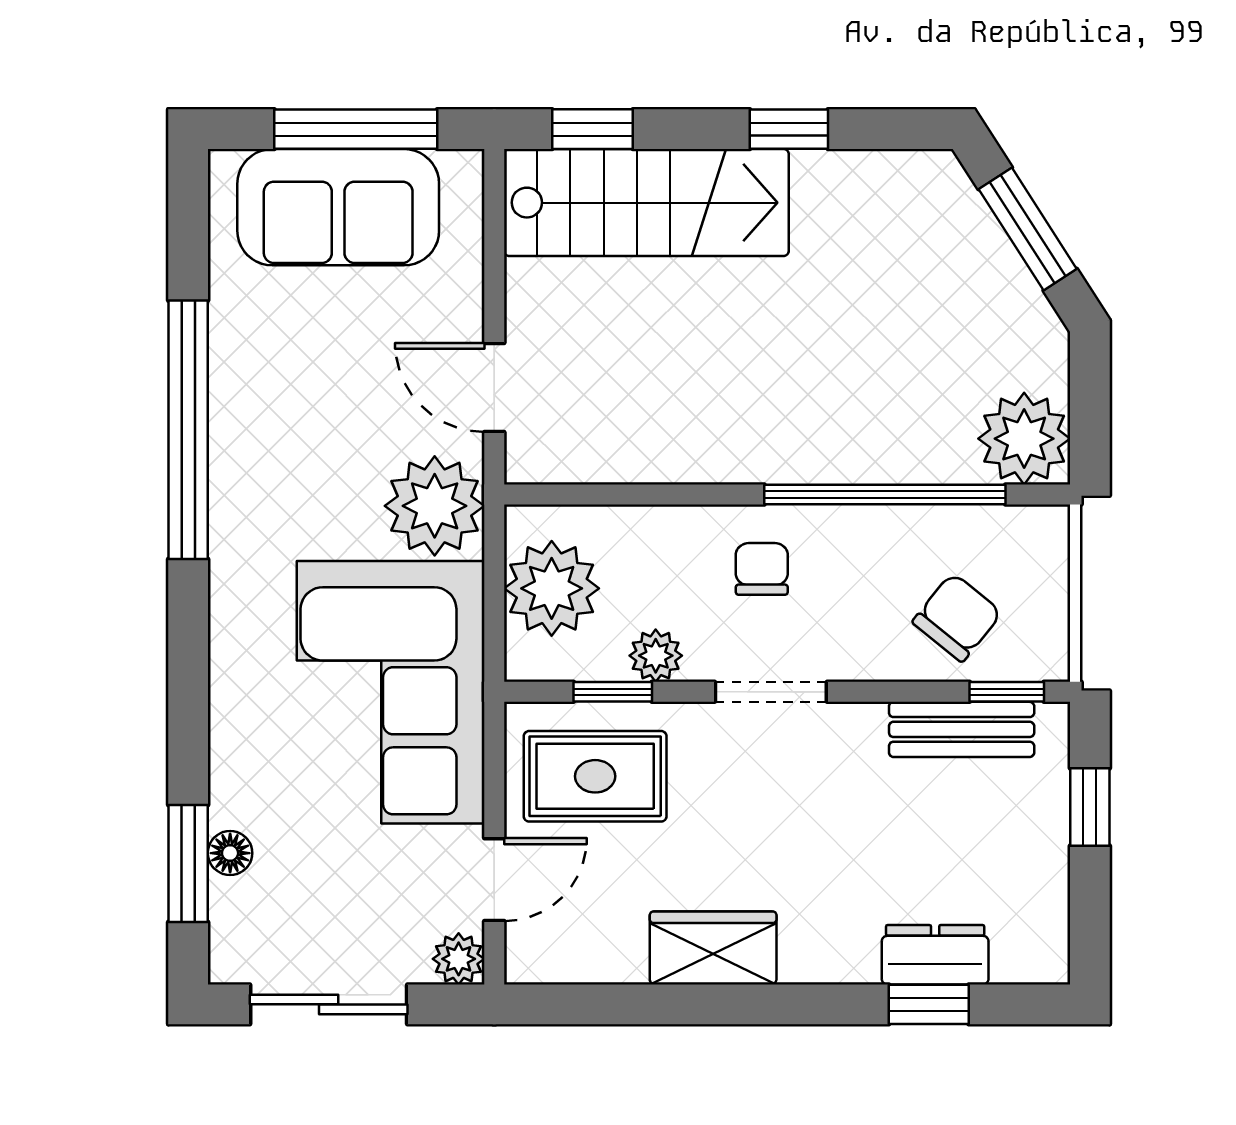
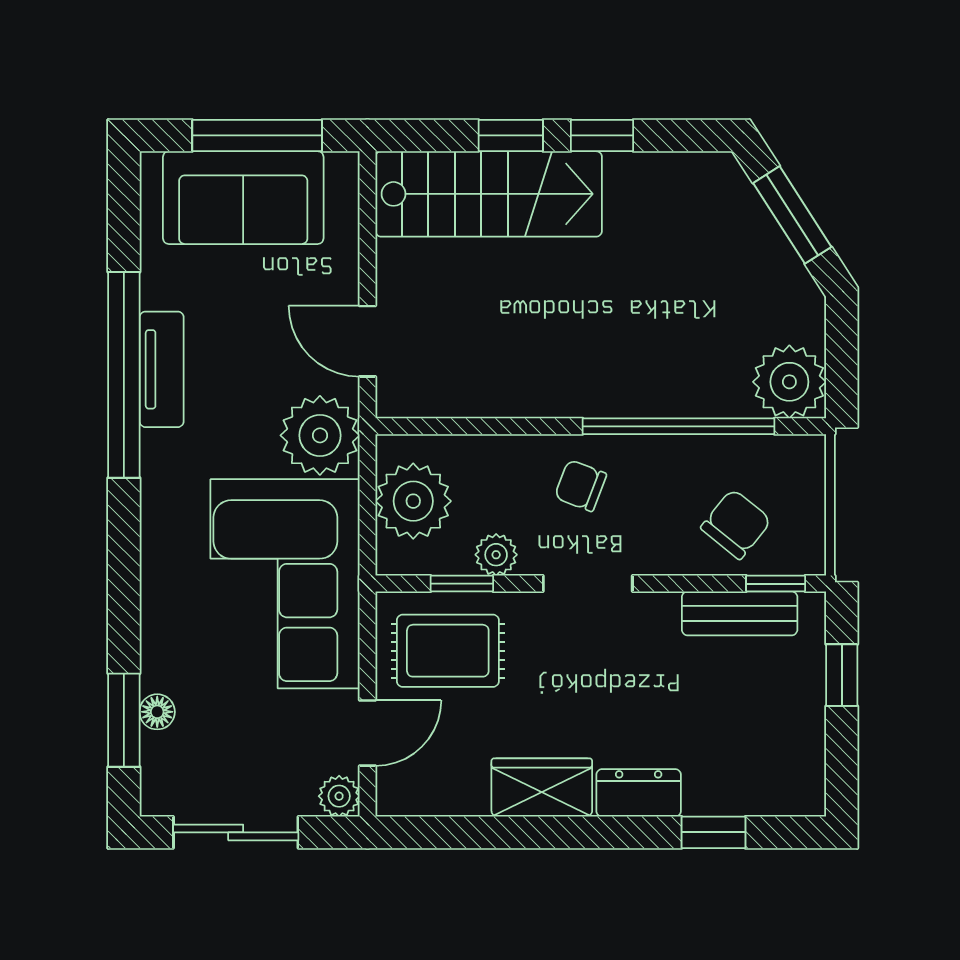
window: (593, 129) -> (511, 135), moved
tv unit: (236, 423) -> (162, 369), added
chair: (762, 569) -> (581, 486), turned -69
dresser: (935, 955) -> (639, 793), moved

